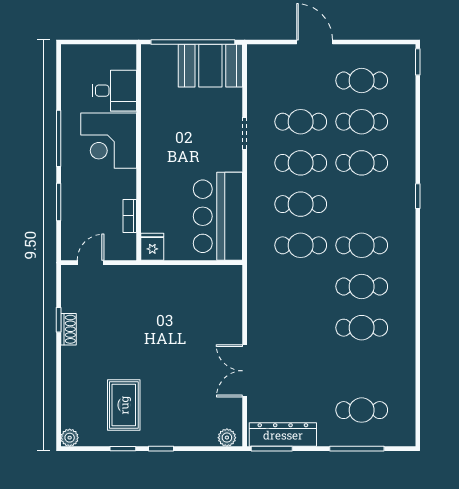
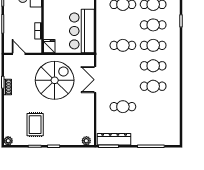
cafe table: (301, 204) -> (153, 25), moved
door: (91, 263) -> (19, 54), hinge flipped
spiral stairs: (163, 316) -> (55, 80), added
double door: (245, 371) -> (95, 80), moved
cafe table: (362, 410) -> (123, 107), moved

